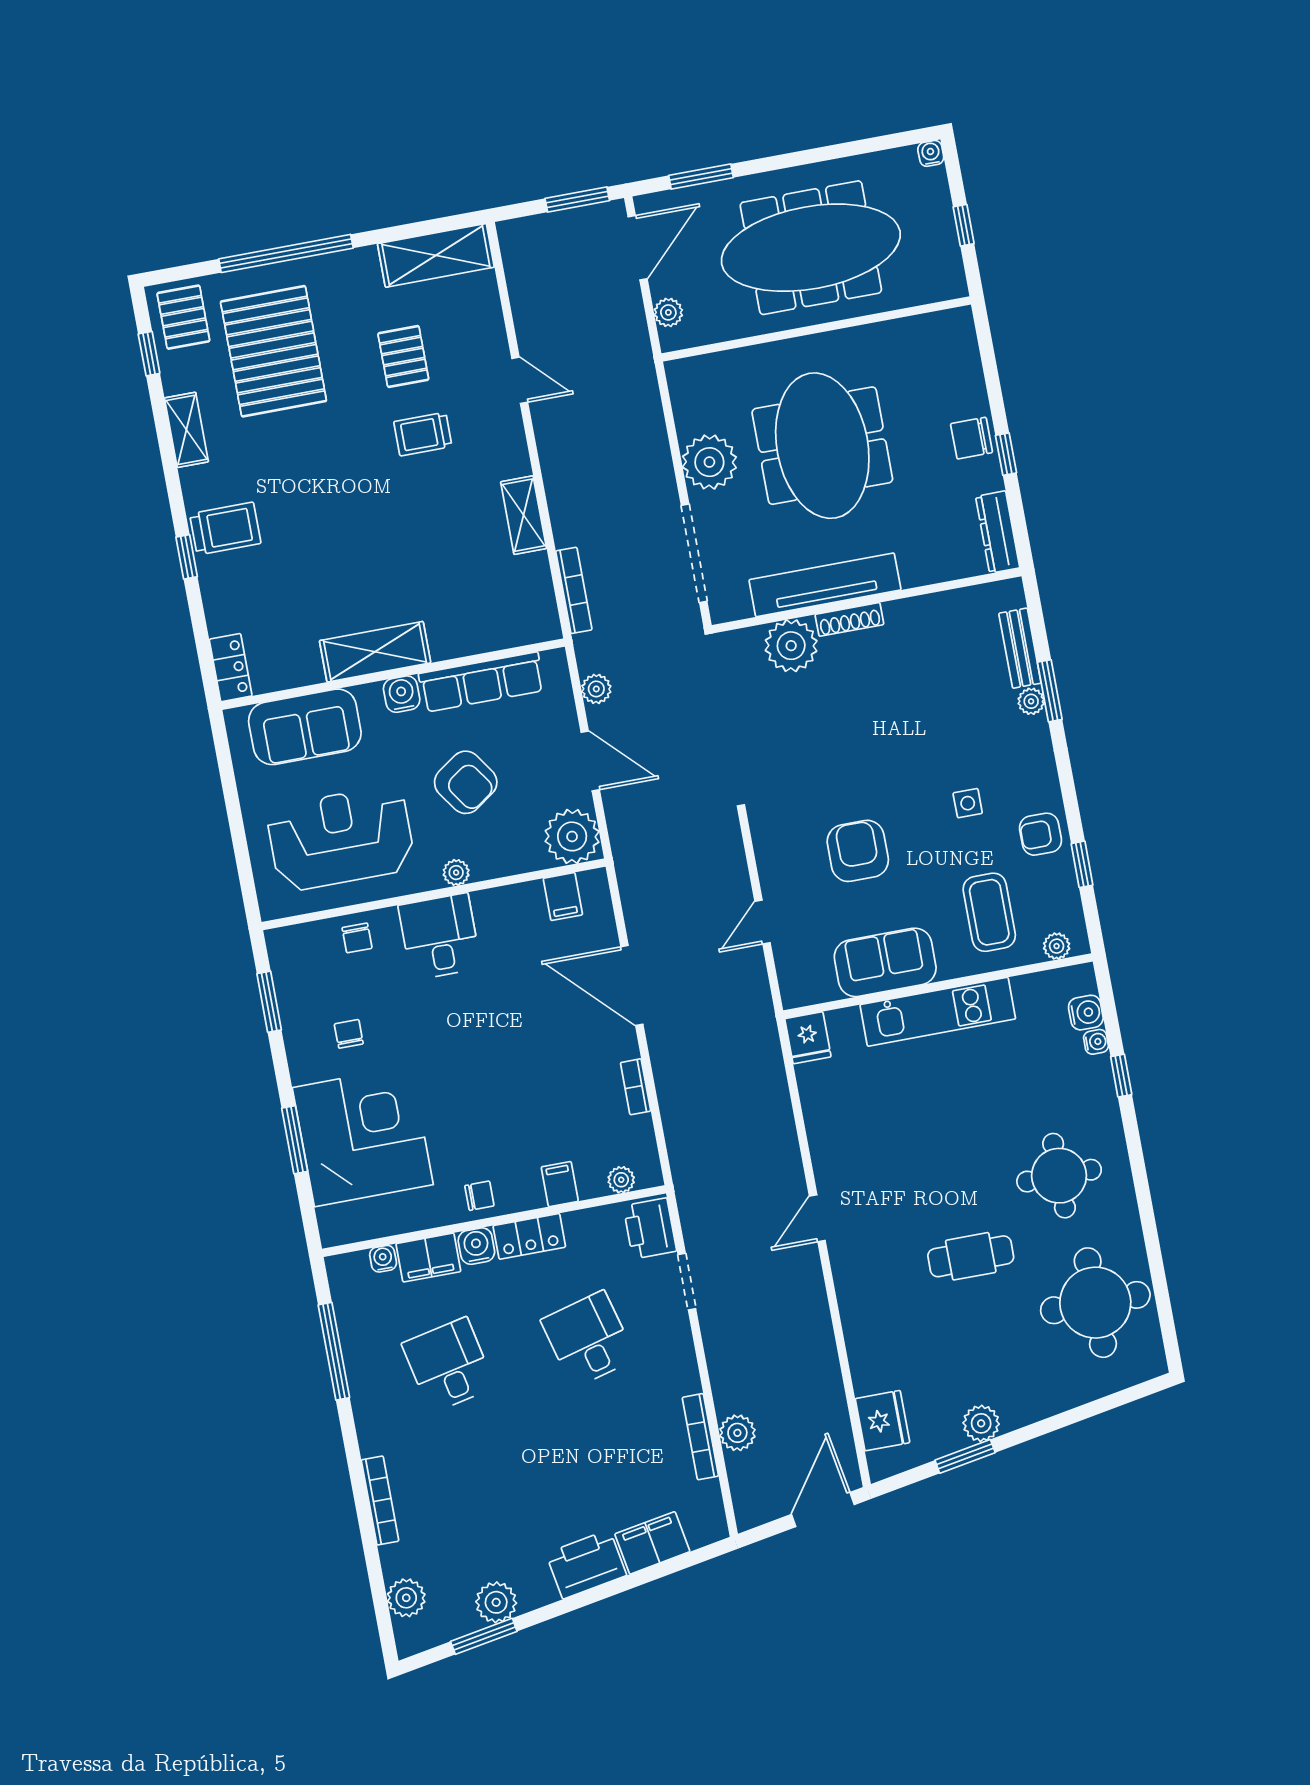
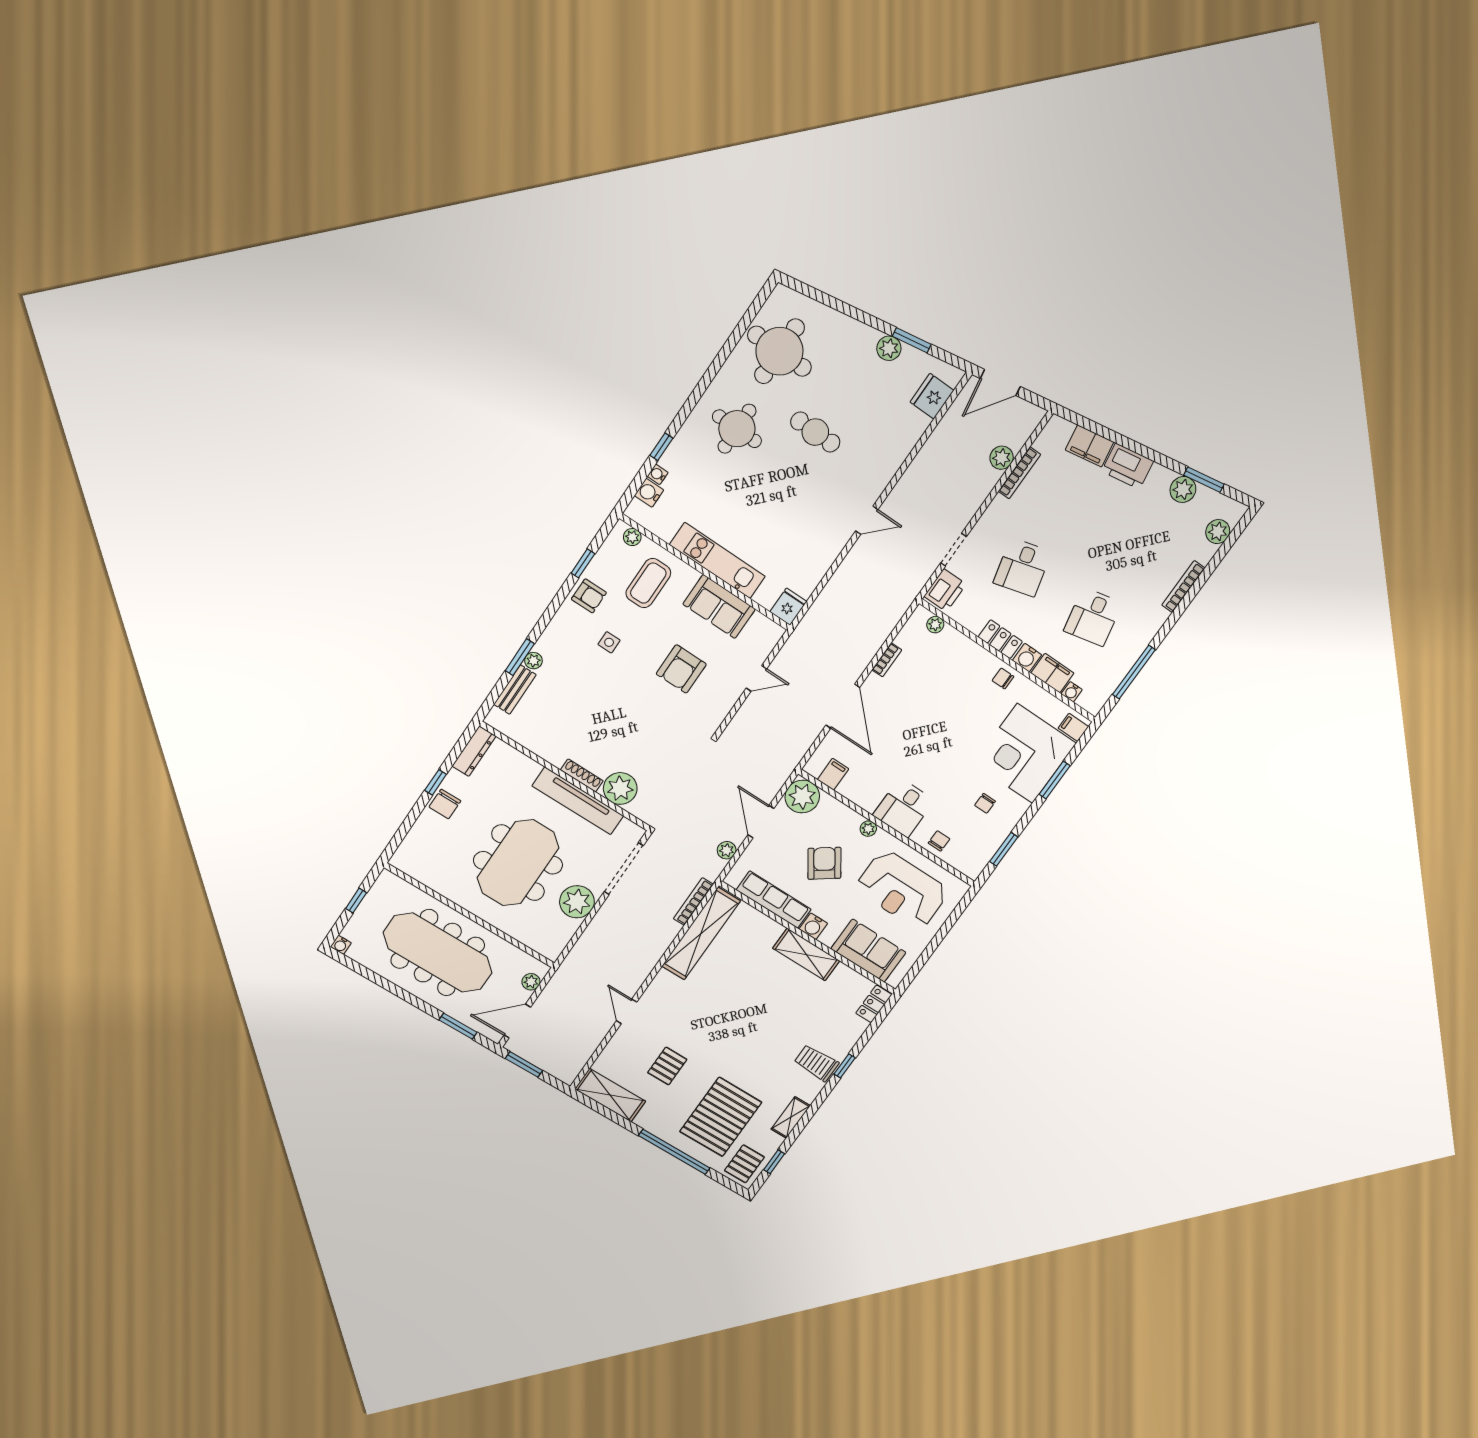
trolley: (423, 434) -> (692, 1027), removed
chair: (972, 438) -> (445, 804), turned 90
shelving: (524, 515) -> (701, 934), width x2.20, depth x1.33
filing cabinet: (560, 1184) -> (1073, 727), moved, turned 90

